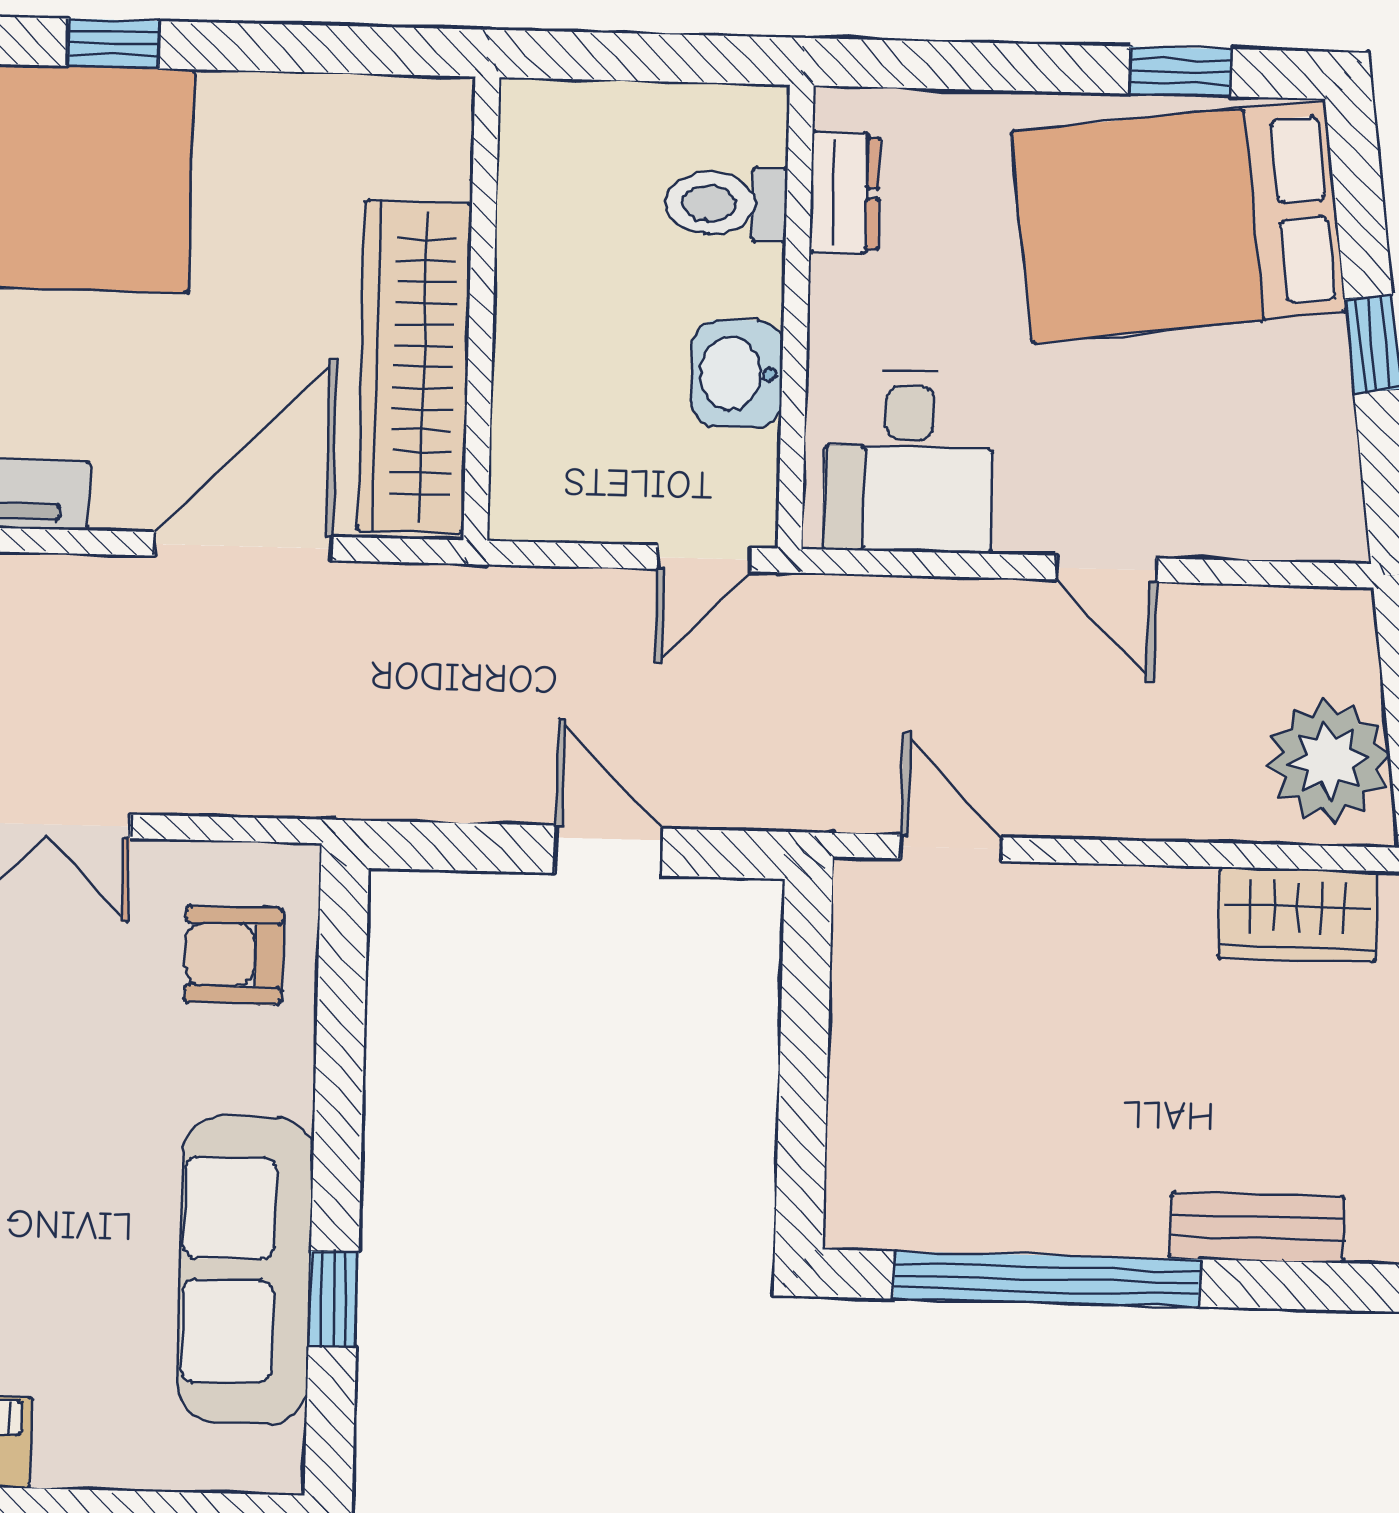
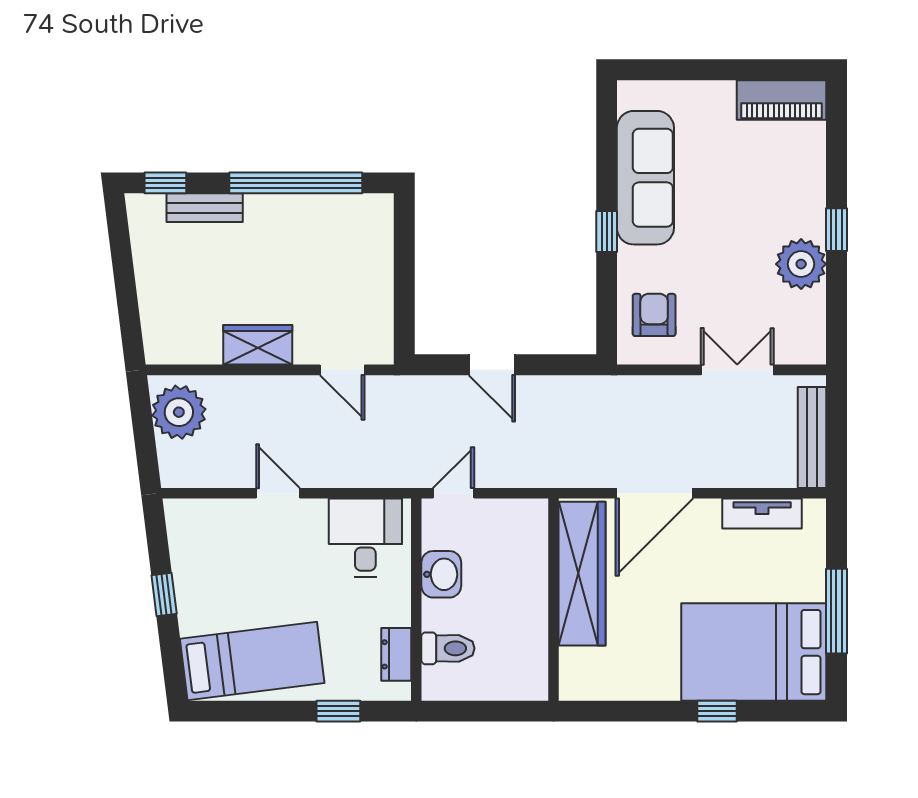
window: (1180, 71) -> (338, 711), moved
bed: (1179, 222) -> (252, 661), width x0.67
wardrobe: (1297, 915) -> (258, 345), moved
armchair: (234, 955) -> (654, 315), turned -90
window: (1346, 1287) -> (165, 183), added
window: (333, 1299) -> (607, 231), moved

